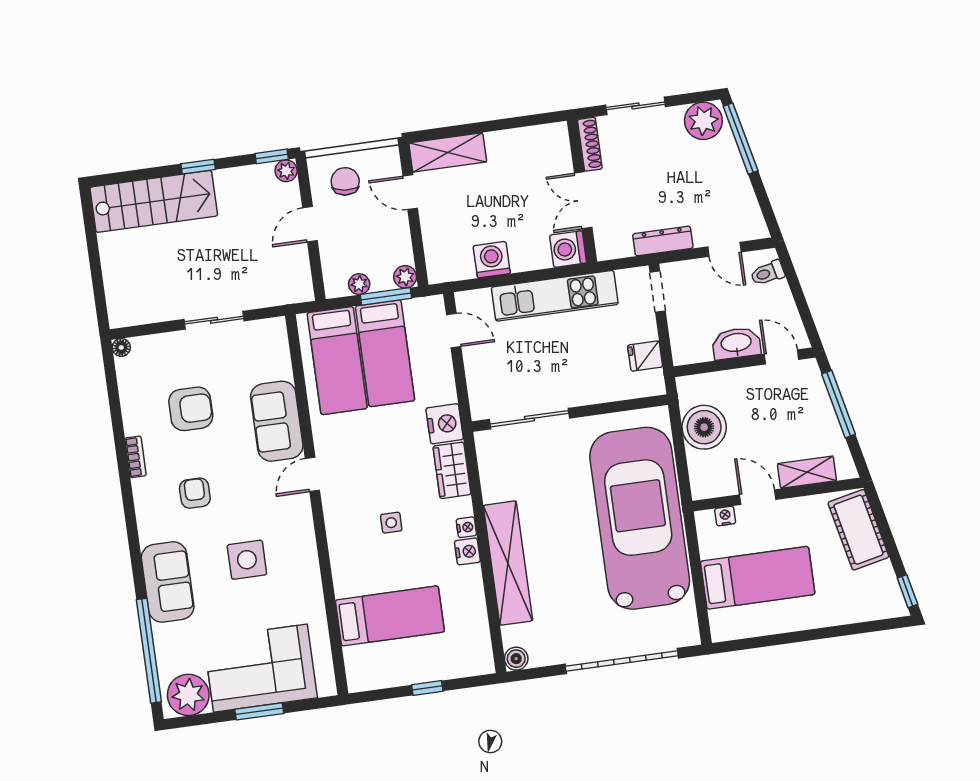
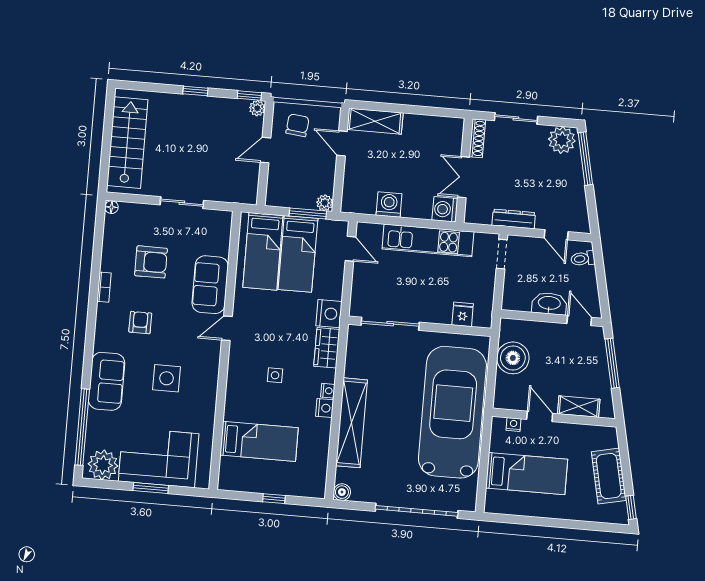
stairs: (154, 201) -> (127, 143), moved, turned -90
plant: (359, 284) -> (291, 200), removed
fridge: (645, 356) -> (463, 314), moved, turned 90
cot: (858, 530) -> (609, 476), moved

